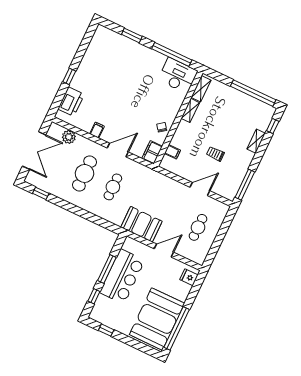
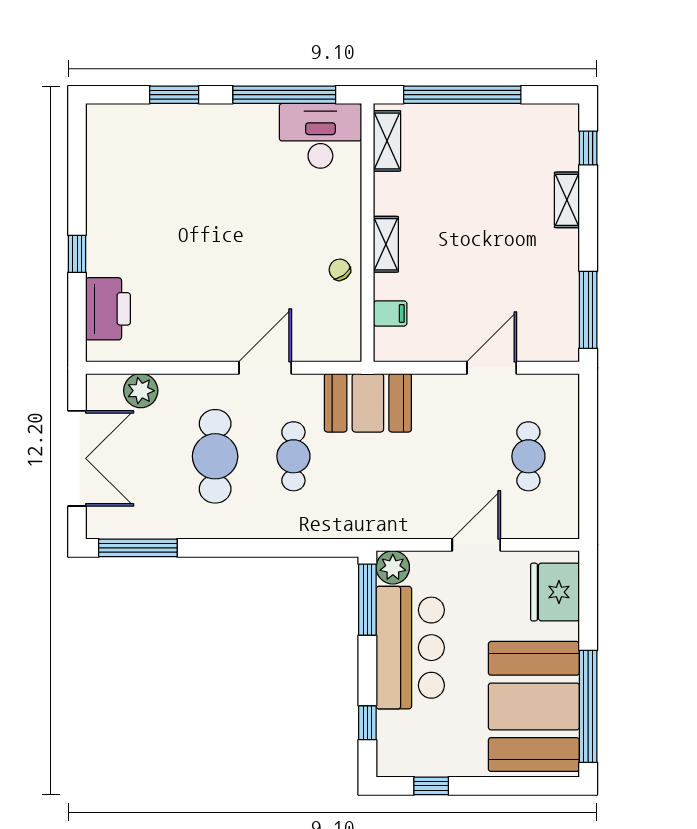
window: (253, 93) -> (462, 95), moved
shelving: (190, 110) -> (386, 244), moved
filing cabinet: (97, 130) -> (197, 345), removed
filing cabinet: (152, 152) -> (345, 337), removed
trolley: (215, 154) -> (489, 272), removed
window: (41, 193) -> (138, 548), width x2.17
booth: (141, 224) -> (368, 403), moved
plant: (130, 244) -> (393, 567), added
window: (107, 269) -> (367, 600), moved
fridge: (189, 277) -> (555, 592), width x1.88, depth x1.34

